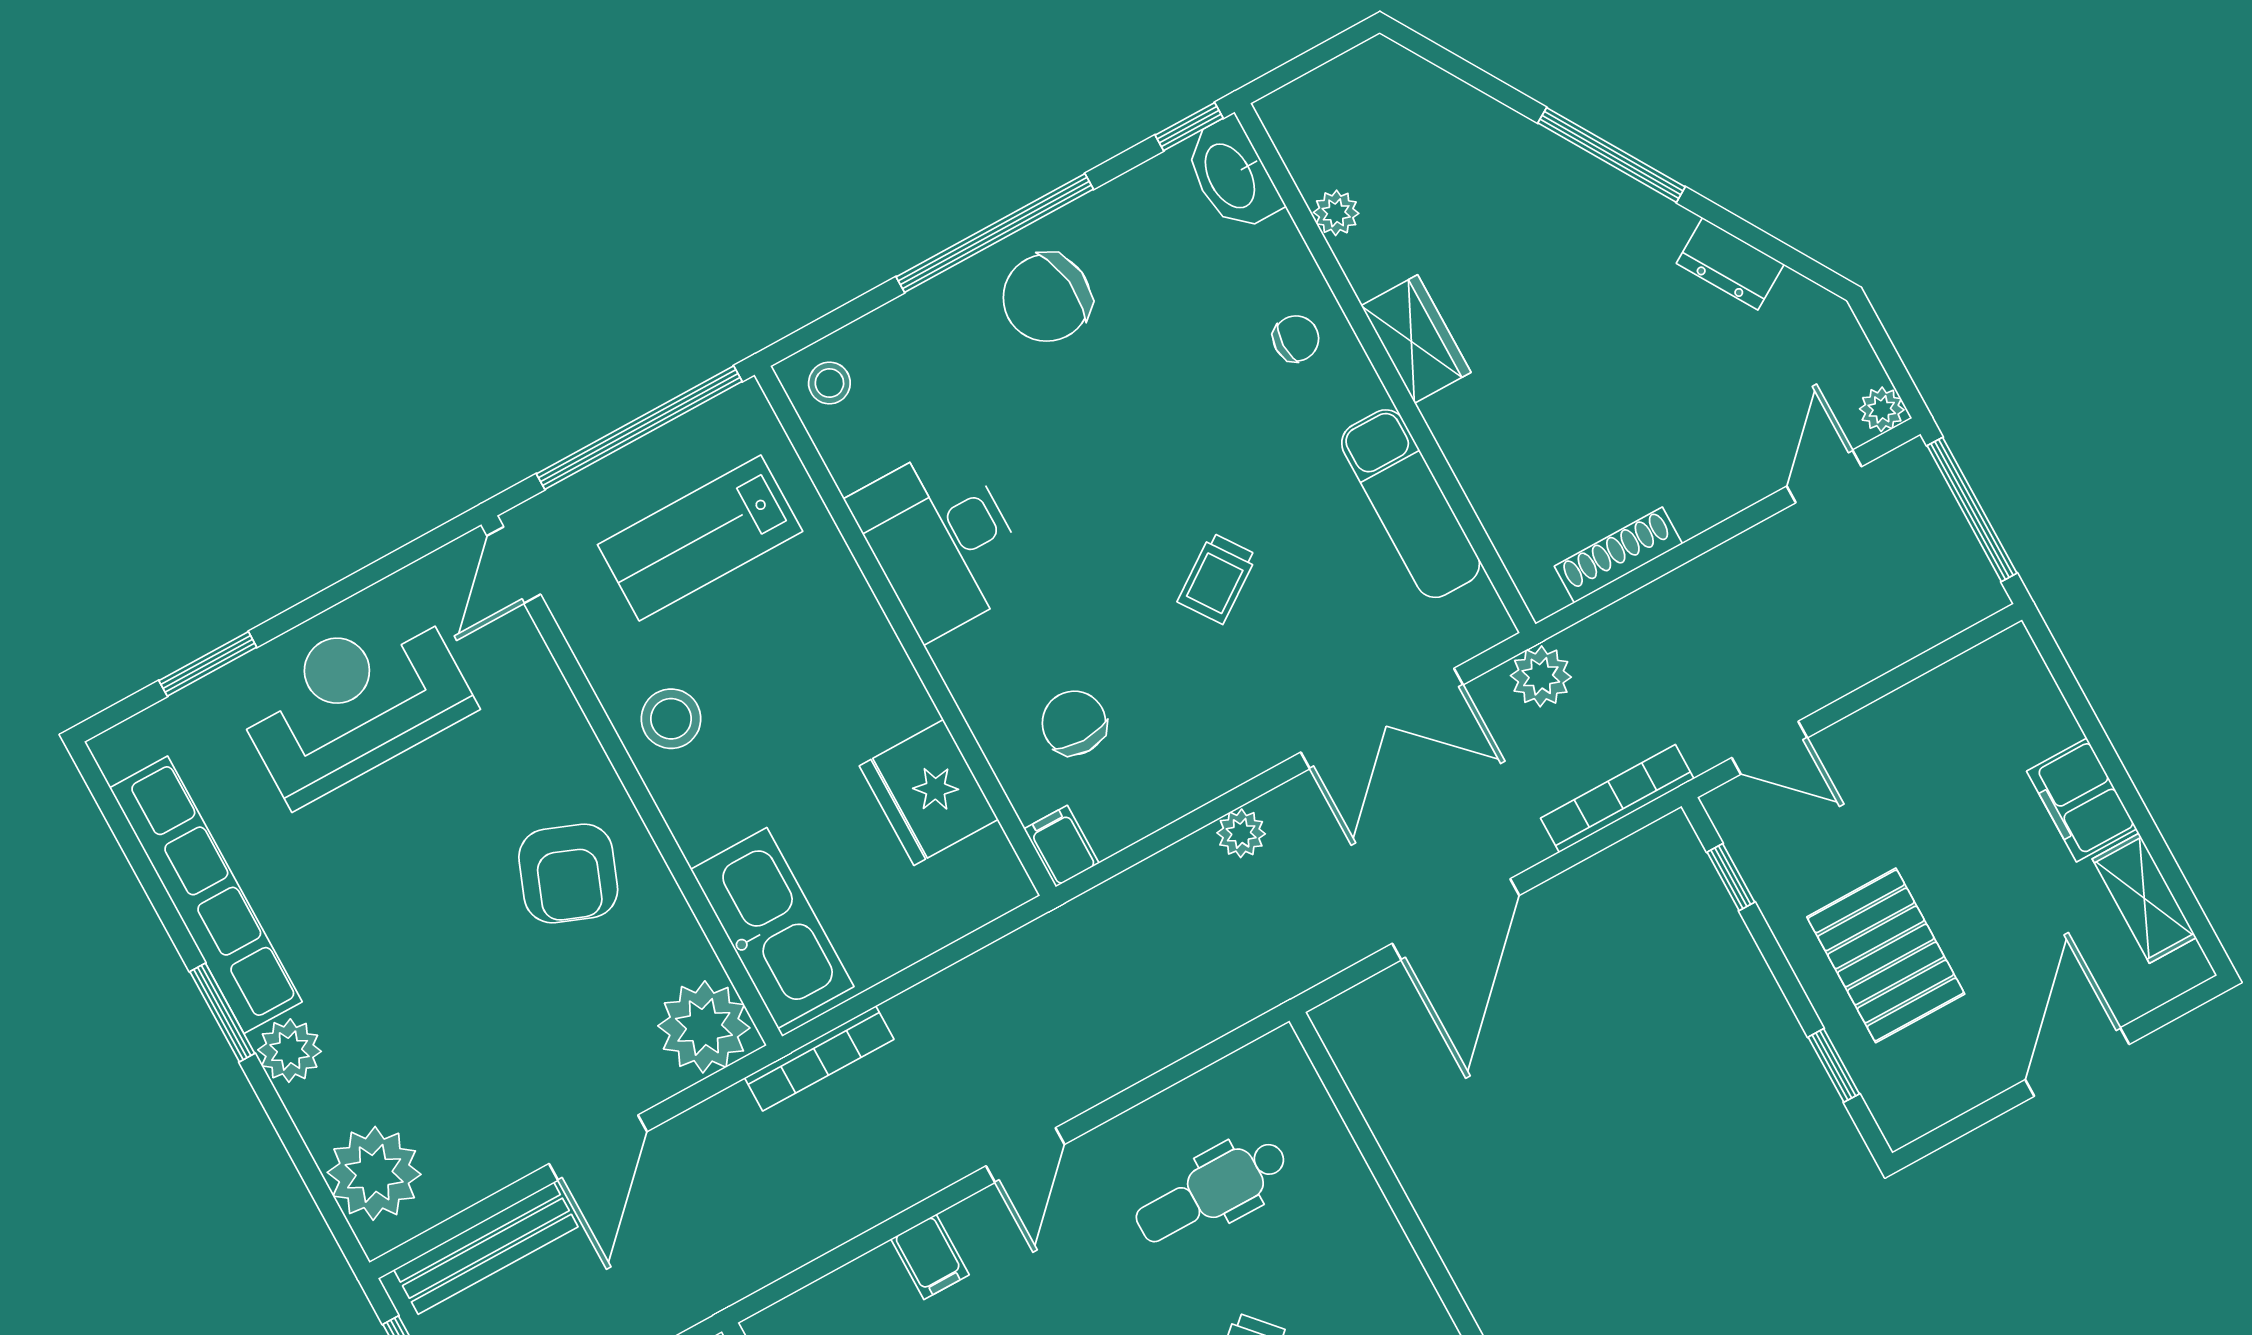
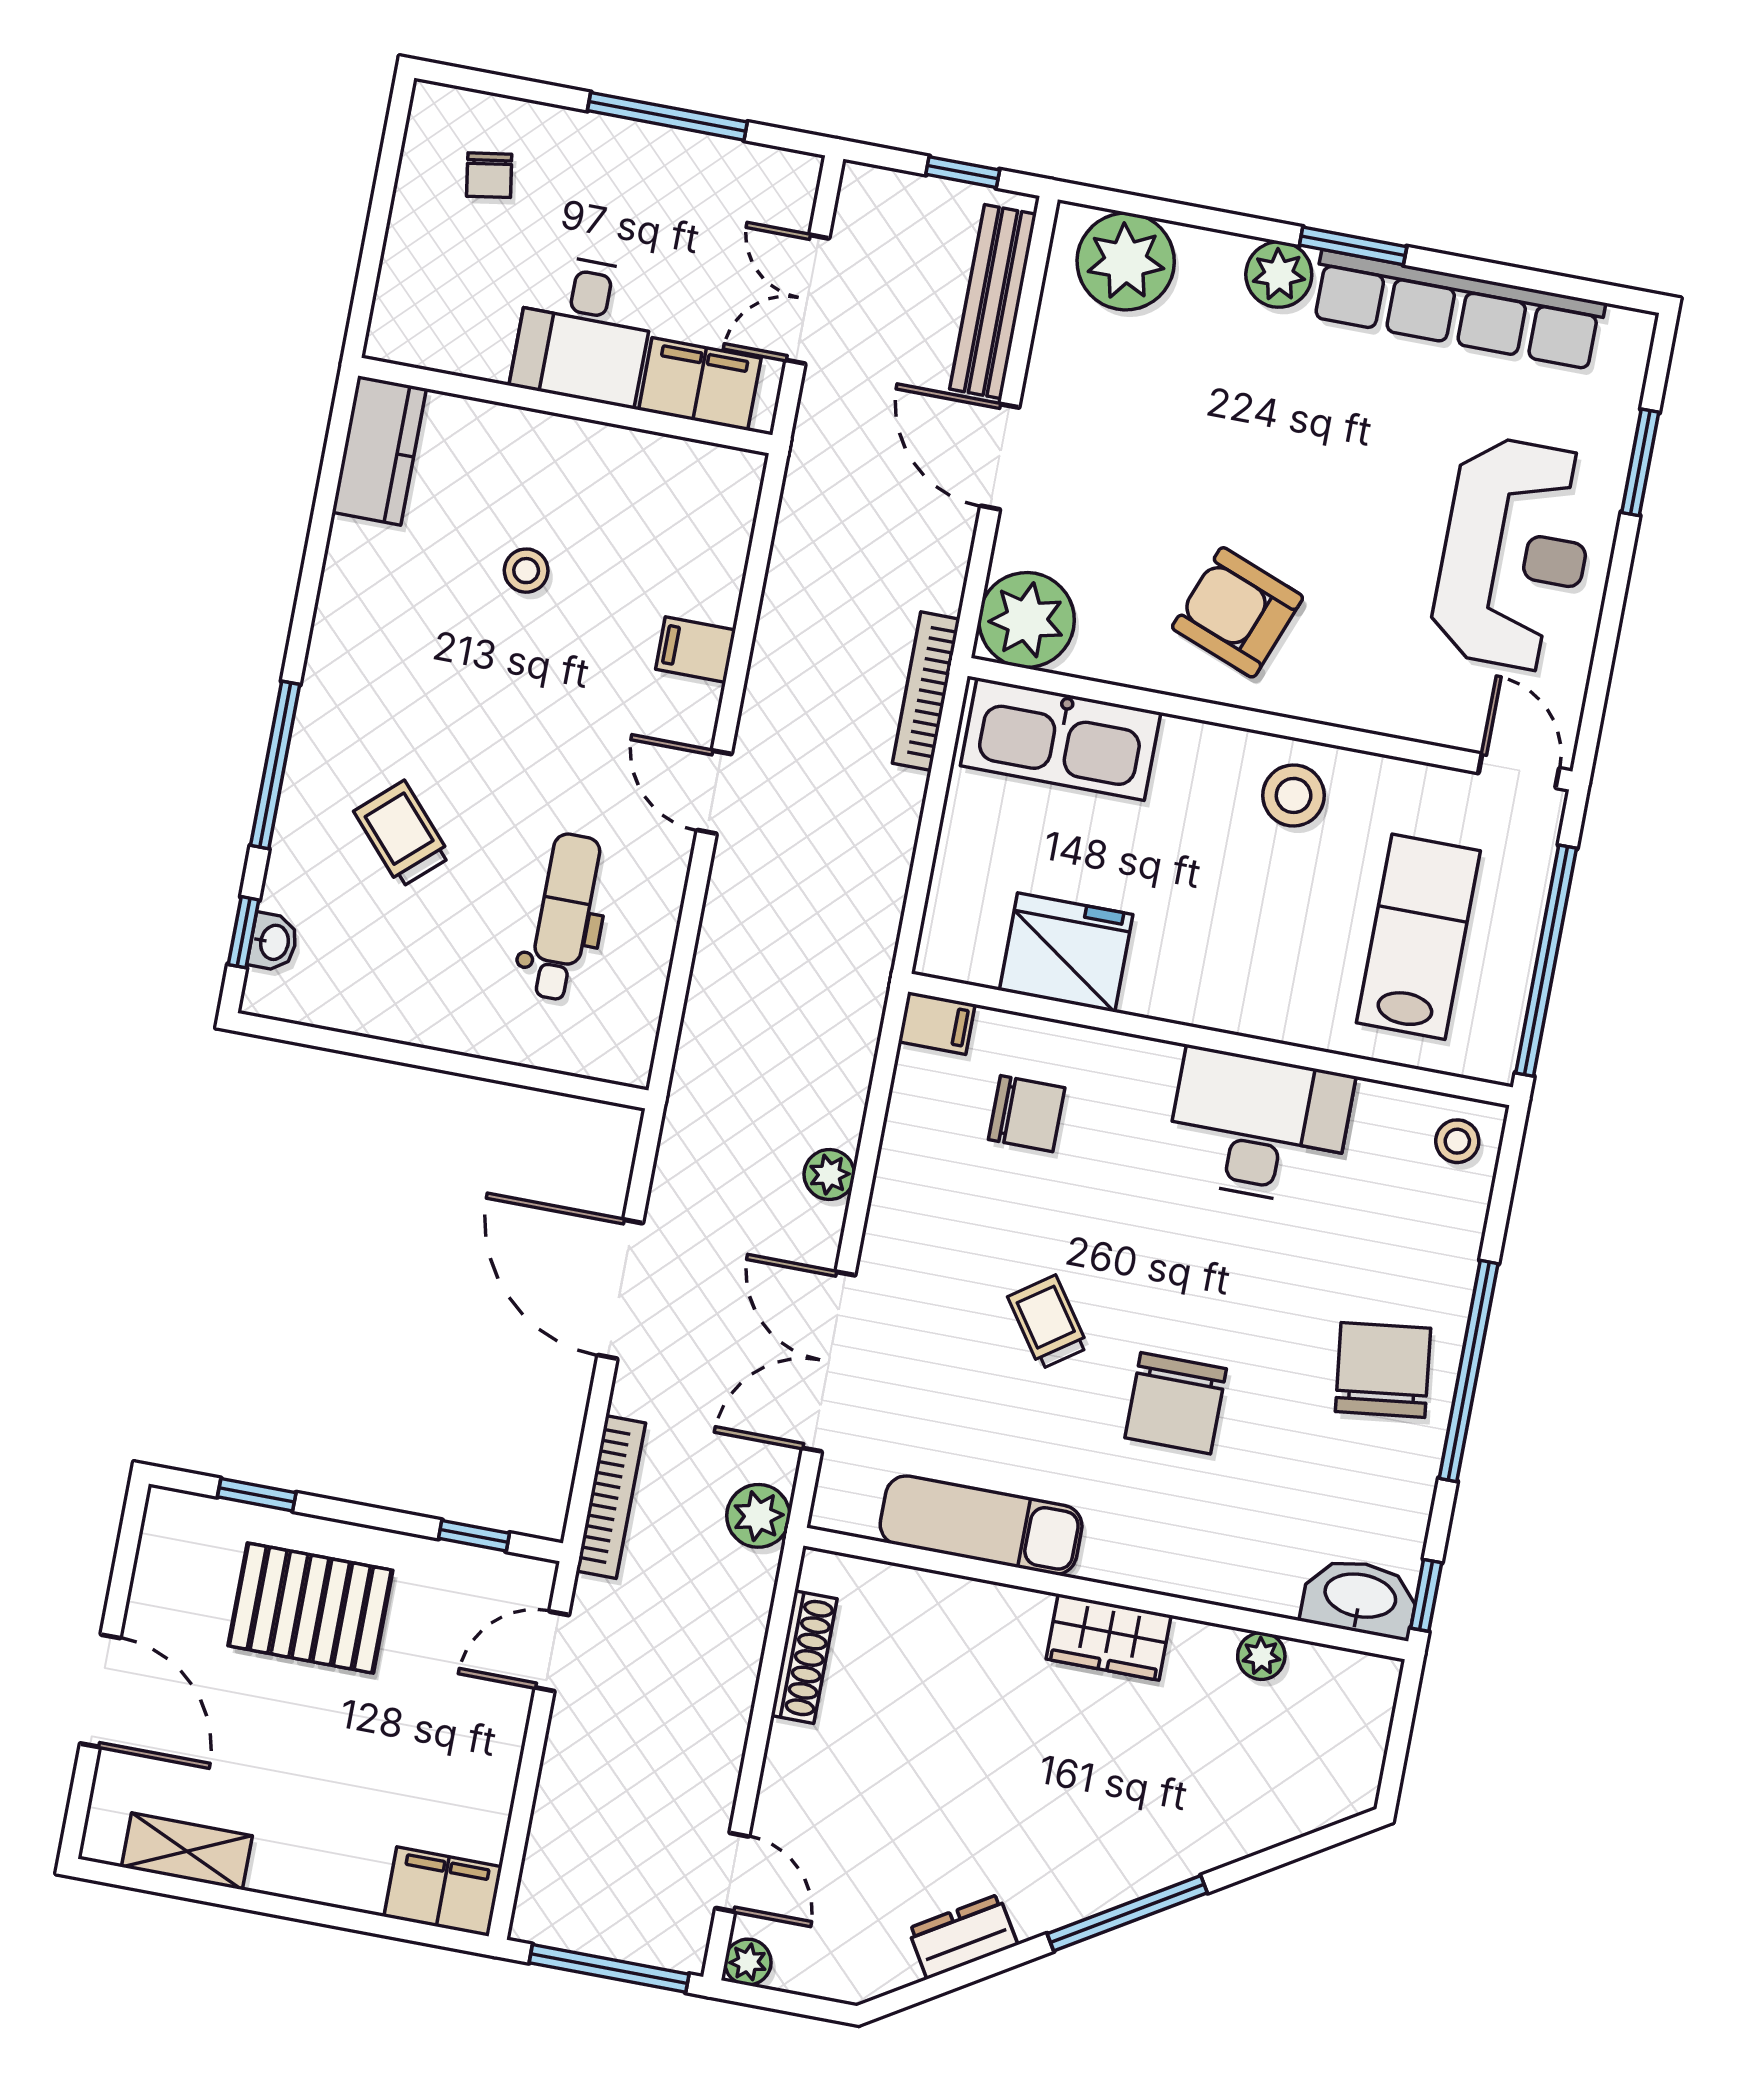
chair: (1296, 339) -> (1176, 1403), moved, width x1.87, depth x1.87
filing cabinet: (2082, 800) -> (443, 1892), moved

